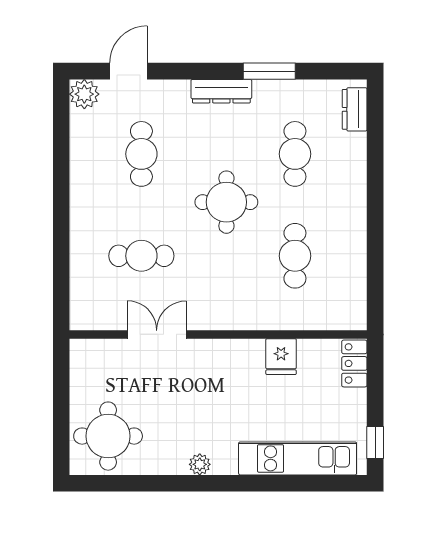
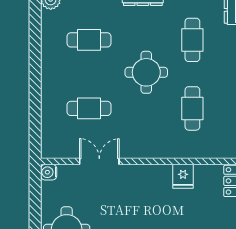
cafe table: (141, 154) -> (89, 40), turned 90
water cooler: (81, 351) -> (49, 172), added

